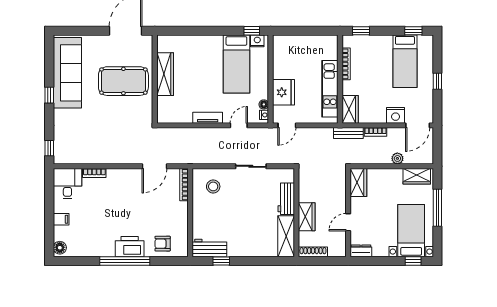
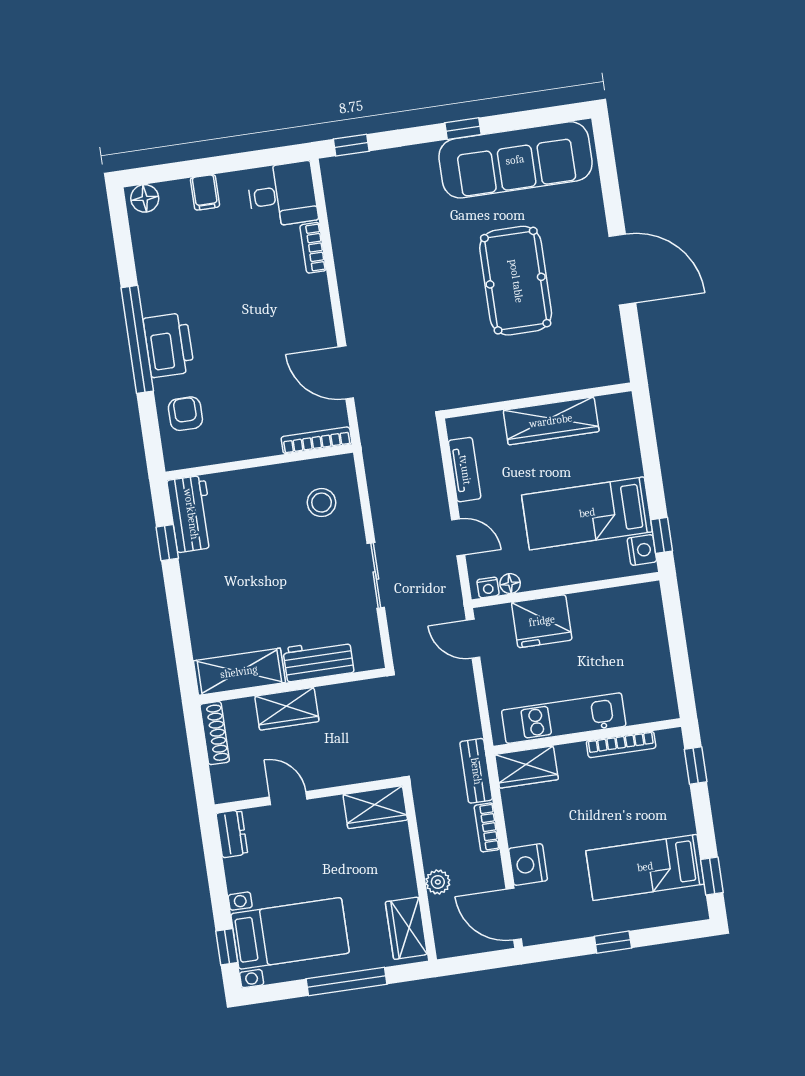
wardrobe: (165, 74) -> (551, 421), moved
wall: (155, 79) -> (538, 401), moved

